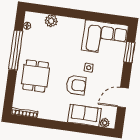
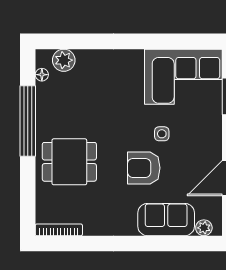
plant: (51, 21) -> (64, 60), moved
dining table: (36, 76) -> (69, 162), turned 90
armchair: (76, 85) -> (144, 168), turned 180

